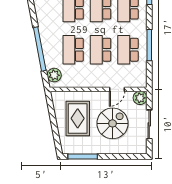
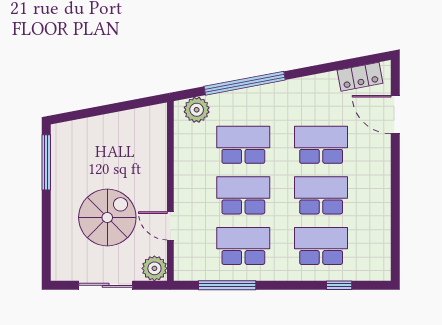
window: (149, 45) -> (227, 285), moved
rug: (78, 118) -> (117, 153), removed
spiral stairs: (112, 123) -> (107, 217), turned -90

